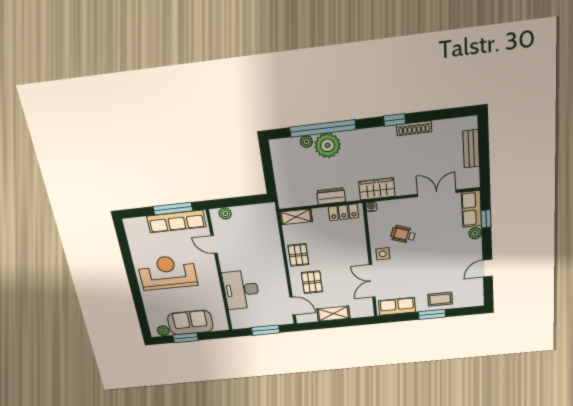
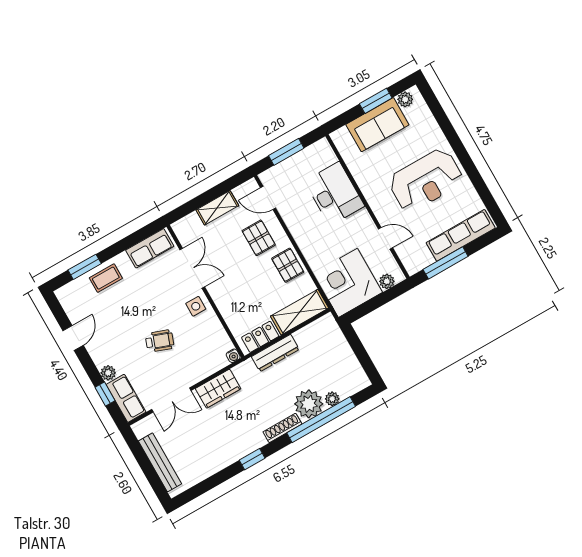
shoe rack: (414, 128) -> (282, 428), moved
bench: (471, 149) -> (160, 462), width x1.36
wardrobe: (377, 189) -> (218, 389), moved
dresser: (331, 196) -> (275, 353), width x1.44
shelving: (296, 217) -> (300, 312), width x1.50, depth x1.33
row of seats: (176, 222) -> (461, 235), moved
corner desk: (257, 224) -> (348, 283), added
wheelchair: (403, 234) -> (160, 341), moved
window: (432, 314) -> (85, 267), moved

